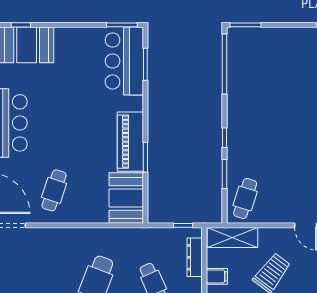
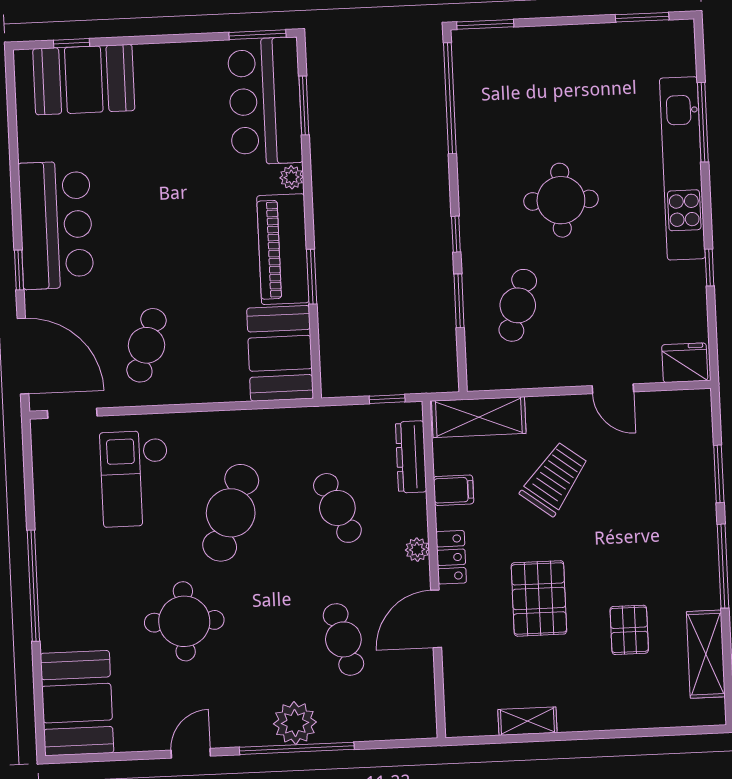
plant: (137, 103) -> (292, 177), added
round table: (282, 122) -> (561, 200), added
cafe table: (245, 198) -> (518, 305), moved
checkout: (45, 262) -> (135, 479), added

